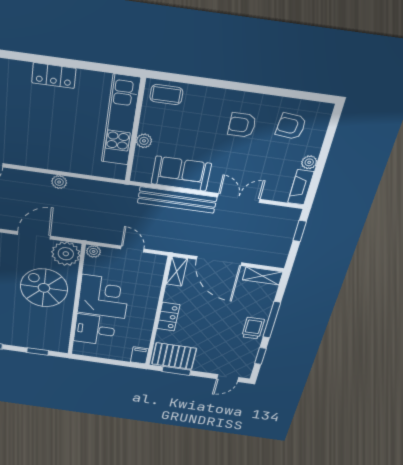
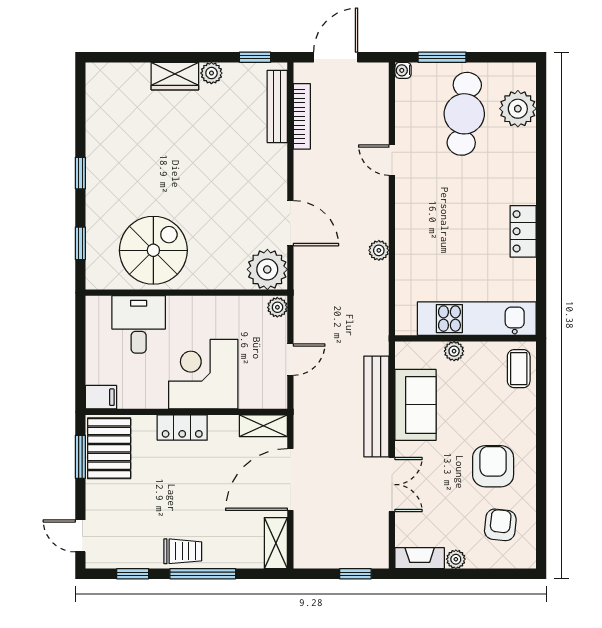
armchair: (242, 125) -> (493, 466), width x1.38, depth x1.38
spiral stairs: (44, 288) -> (153, 250), moved
corner desk: (104, 297) -> (203, 374), moved, turned 180

